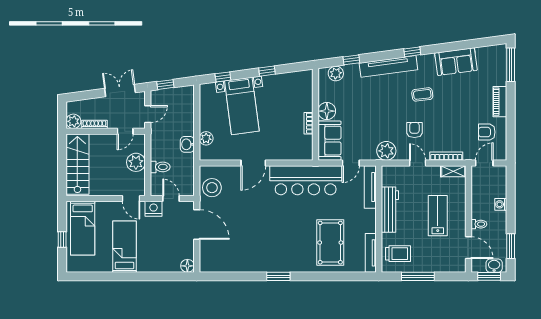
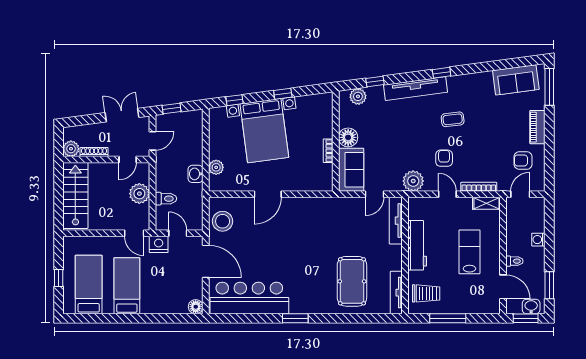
sofa: (456, 62) -> (516, 80), moved
bed with nightstands: (242, 106) -> (264, 131), width x1.36
bar counter: (306, 180) -> (249, 298), moved, turned 180
bed: (83, 228) -> (89, 285), moved, turned 180

